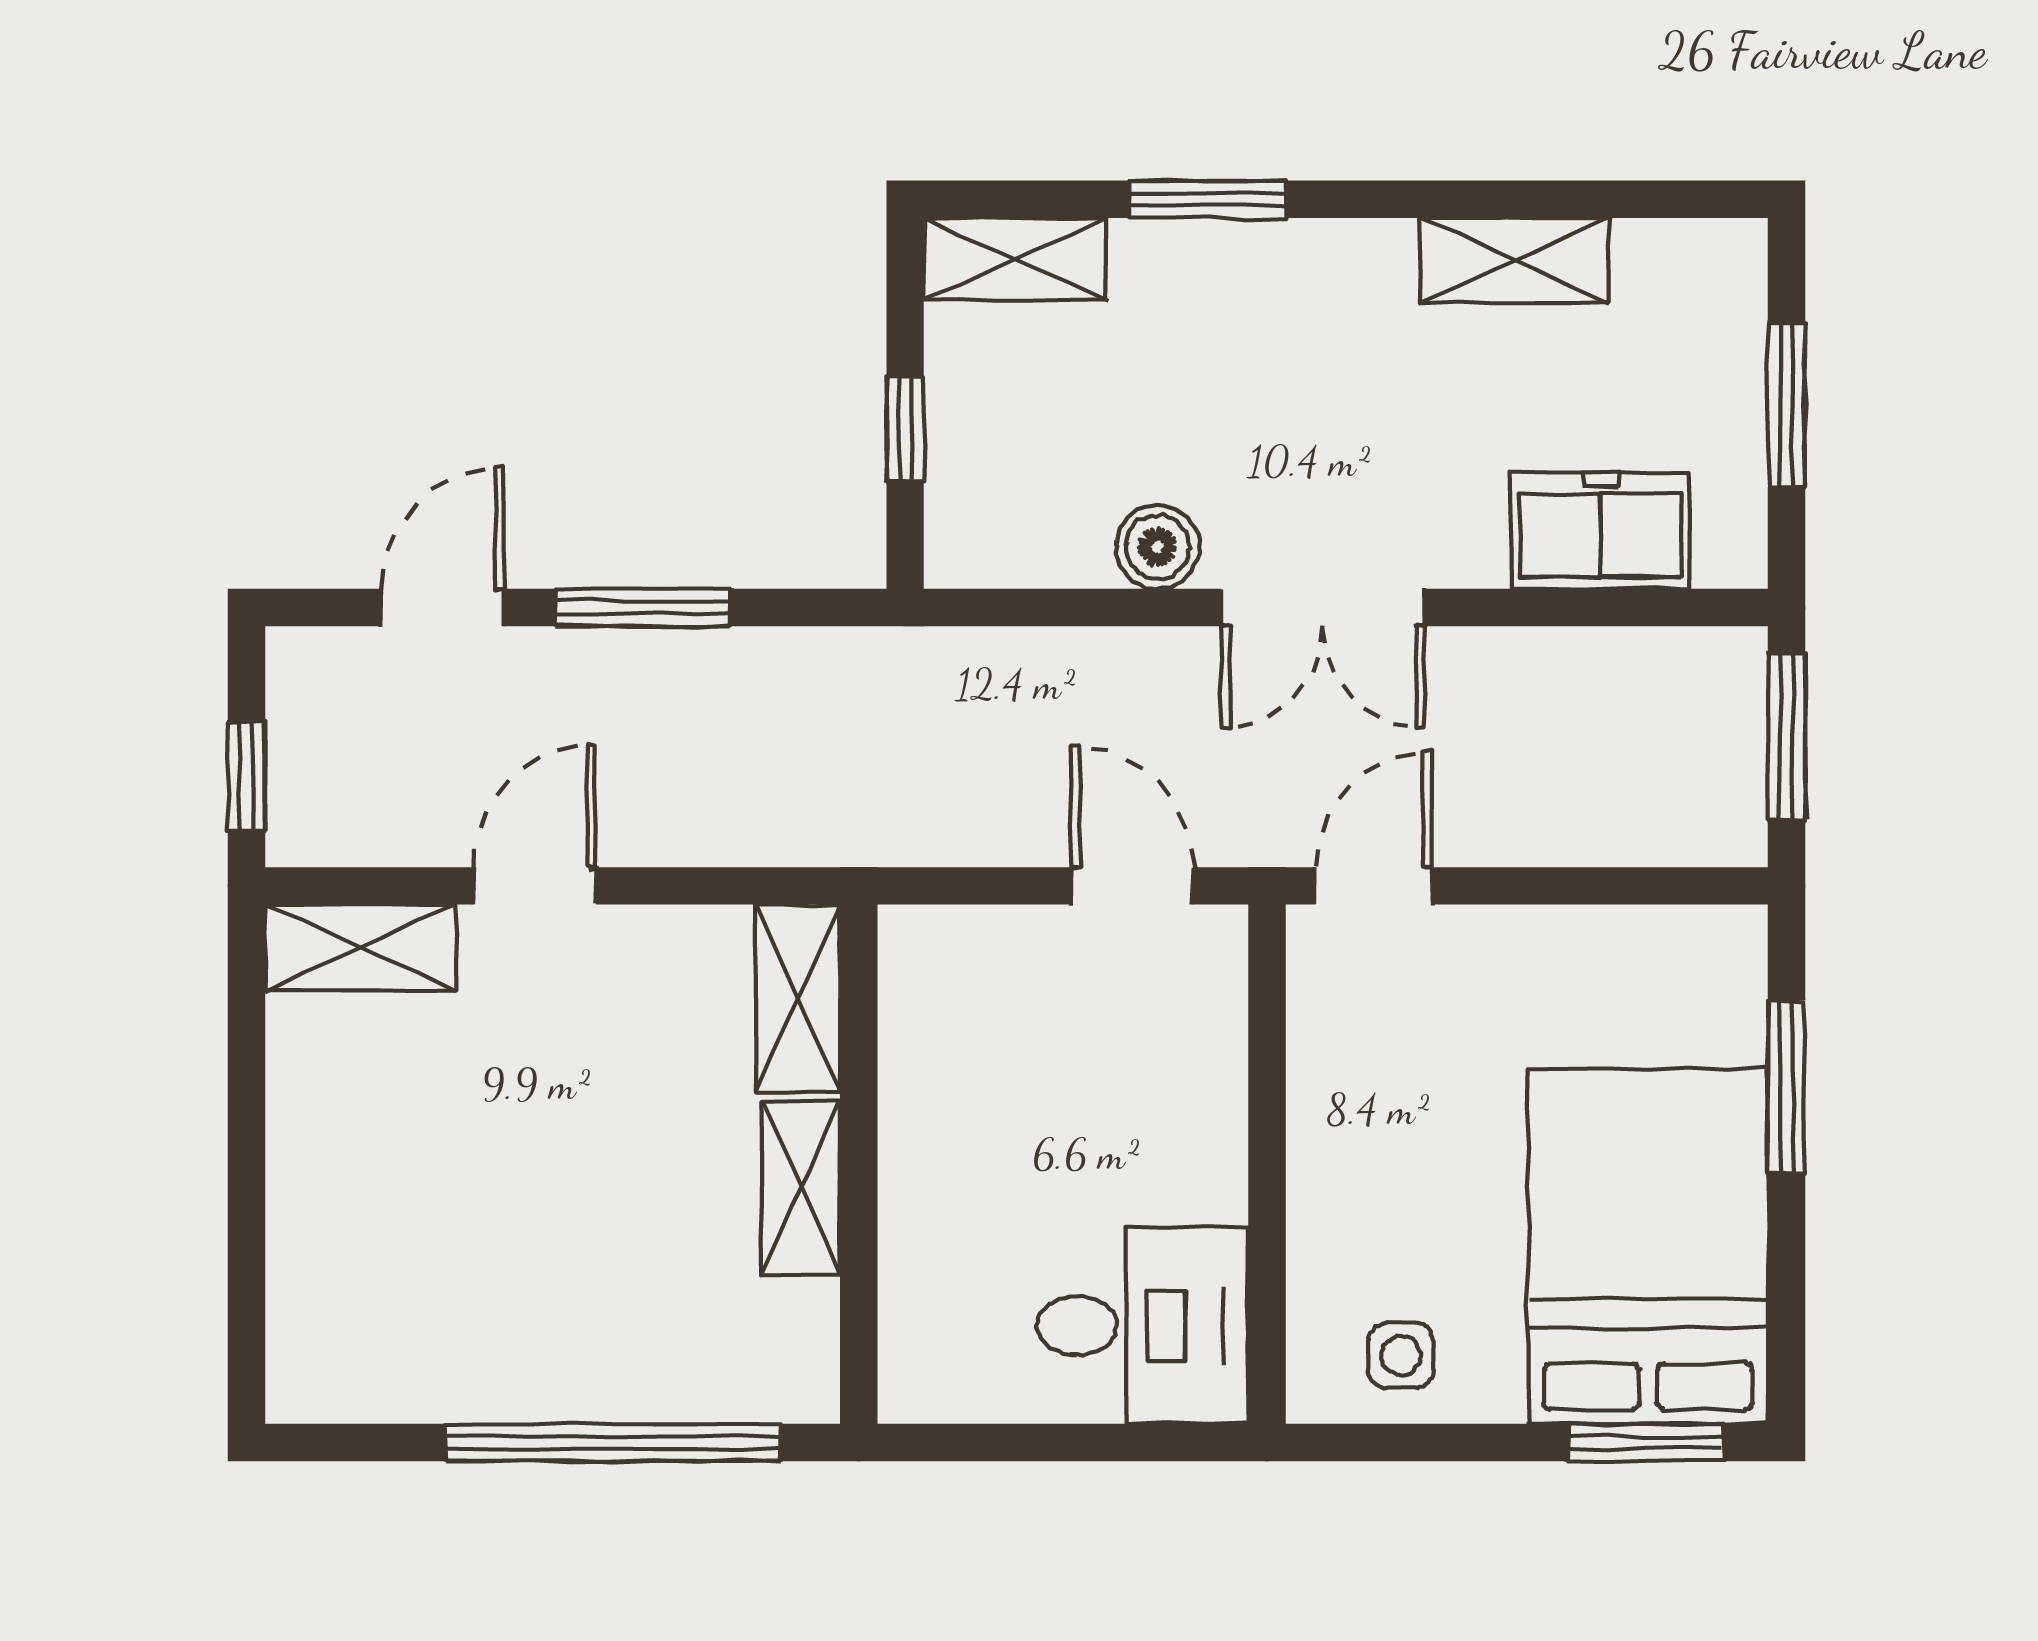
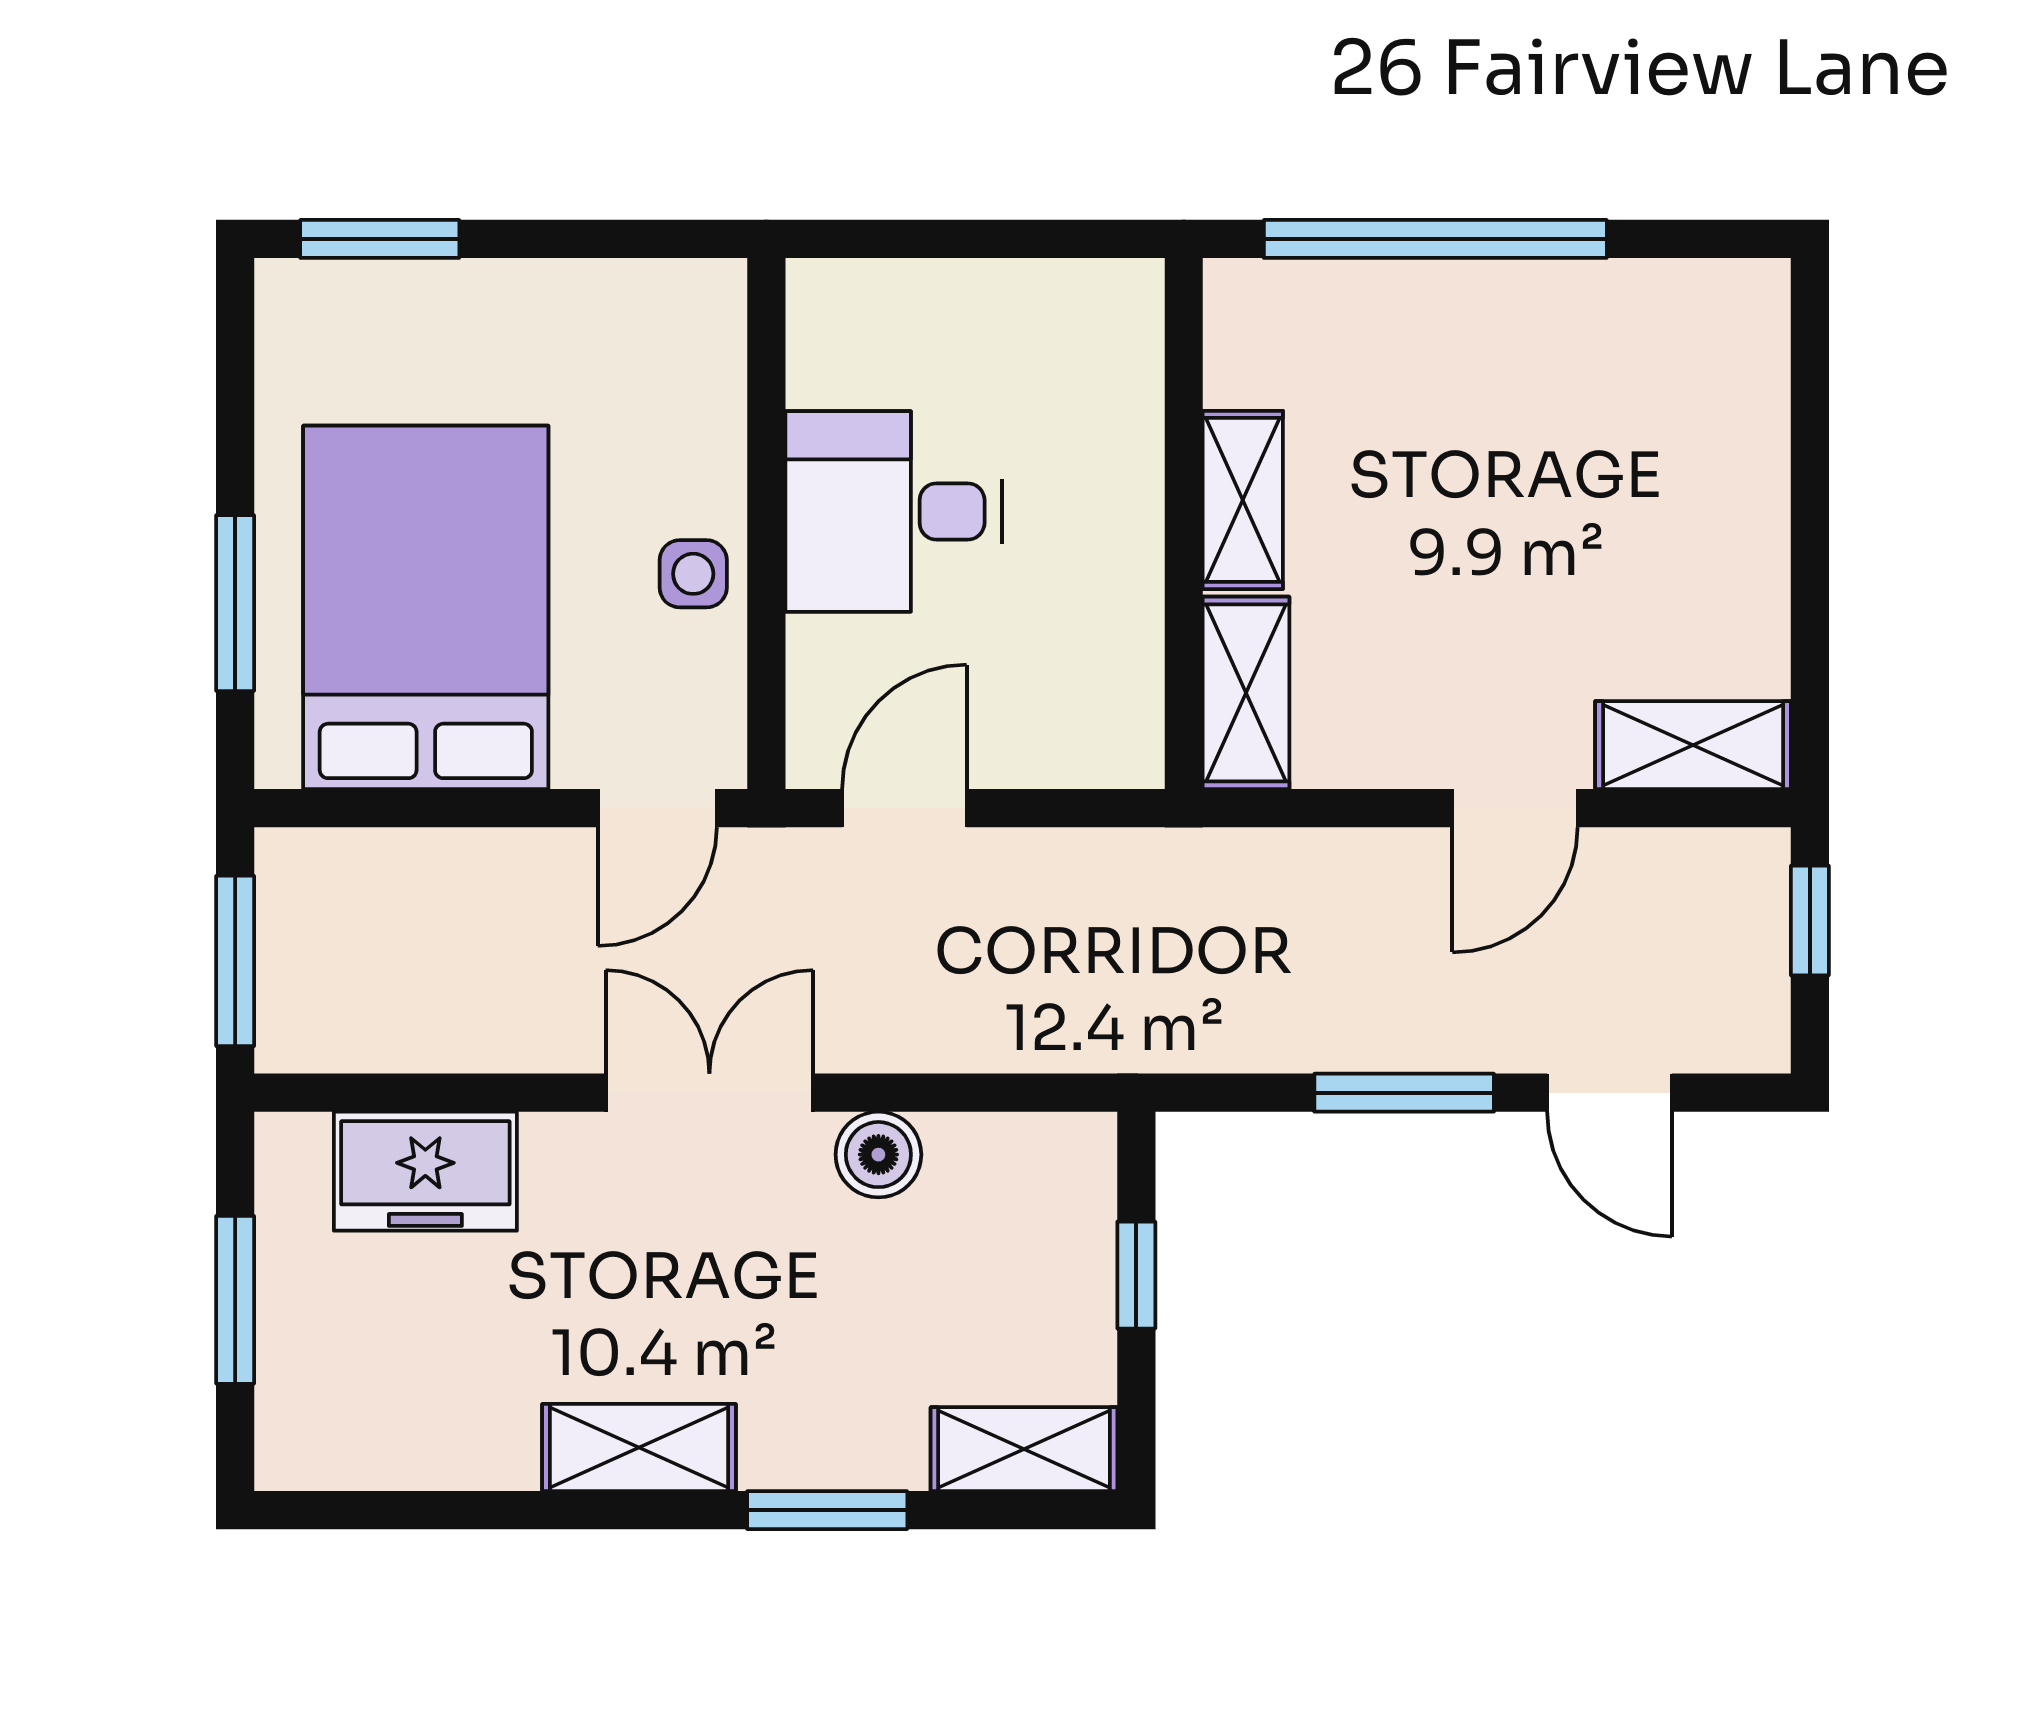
shelving: (1515, 260) -> (639, 1448), moved
door: (442, 608) -> (1610, 1093), hinge flipped
door: (1132, 886) -> (904, 808), swing flipped
bed: (1648, 1246) -> (426, 607), moved, turned 180
desk: (1143, 1326) -> (894, 511), moved
side table: (1401, 1355) -> (693, 574), moved

